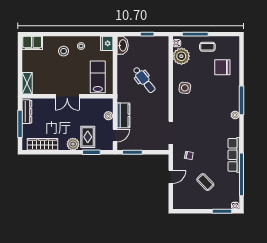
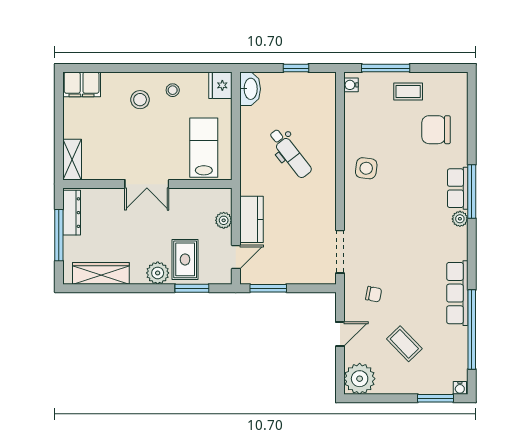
plant: (181, 56) -> (360, 379), moved
row of seats: (234, 99) -> (458, 188), added

